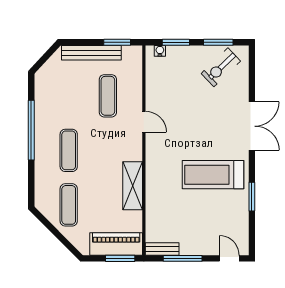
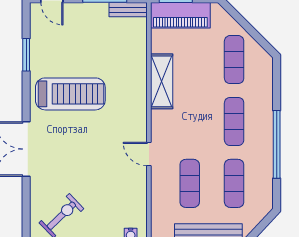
exercise mat: (69, 96) -> (234, 183), added
window: (252, 197) -> (26, 55), moved

